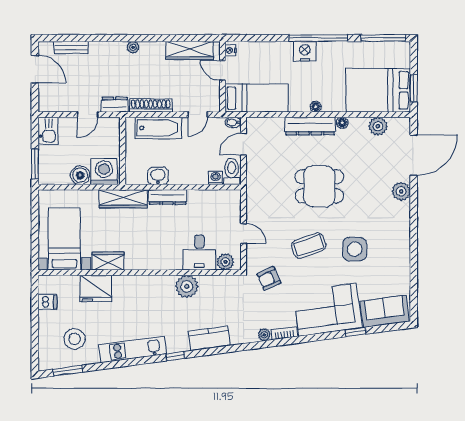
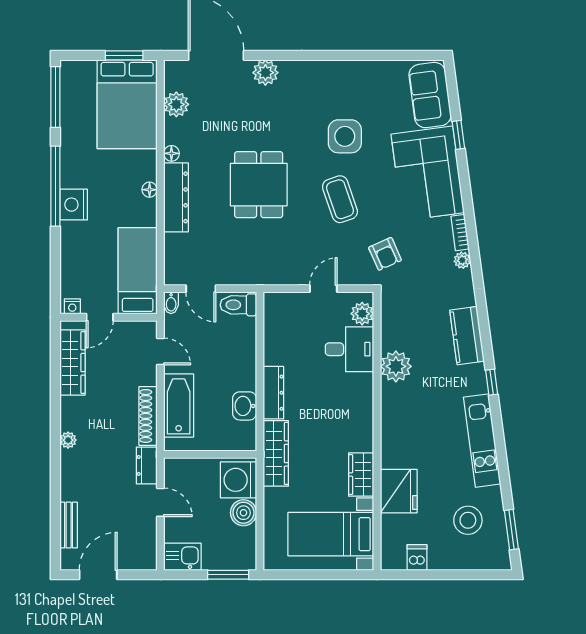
washing machine: (216, 178) -> (247, 327), removed

